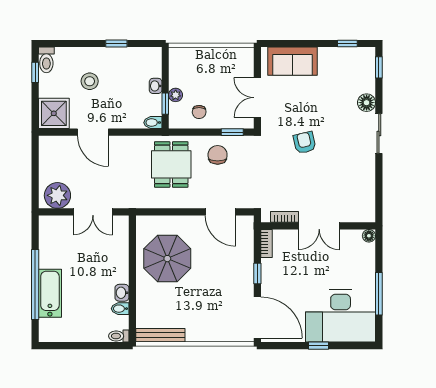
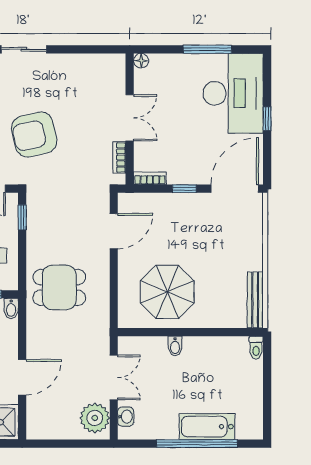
armchair: (305, 143) -> (34, 135), width x1.88, depth x1.88
chair: (218, 155) -> (48, 234), removed
washbasin: (122, 293) -> (126, 417), moved, turned -90
bidet: (120, 309) -> (175, 346), moved

